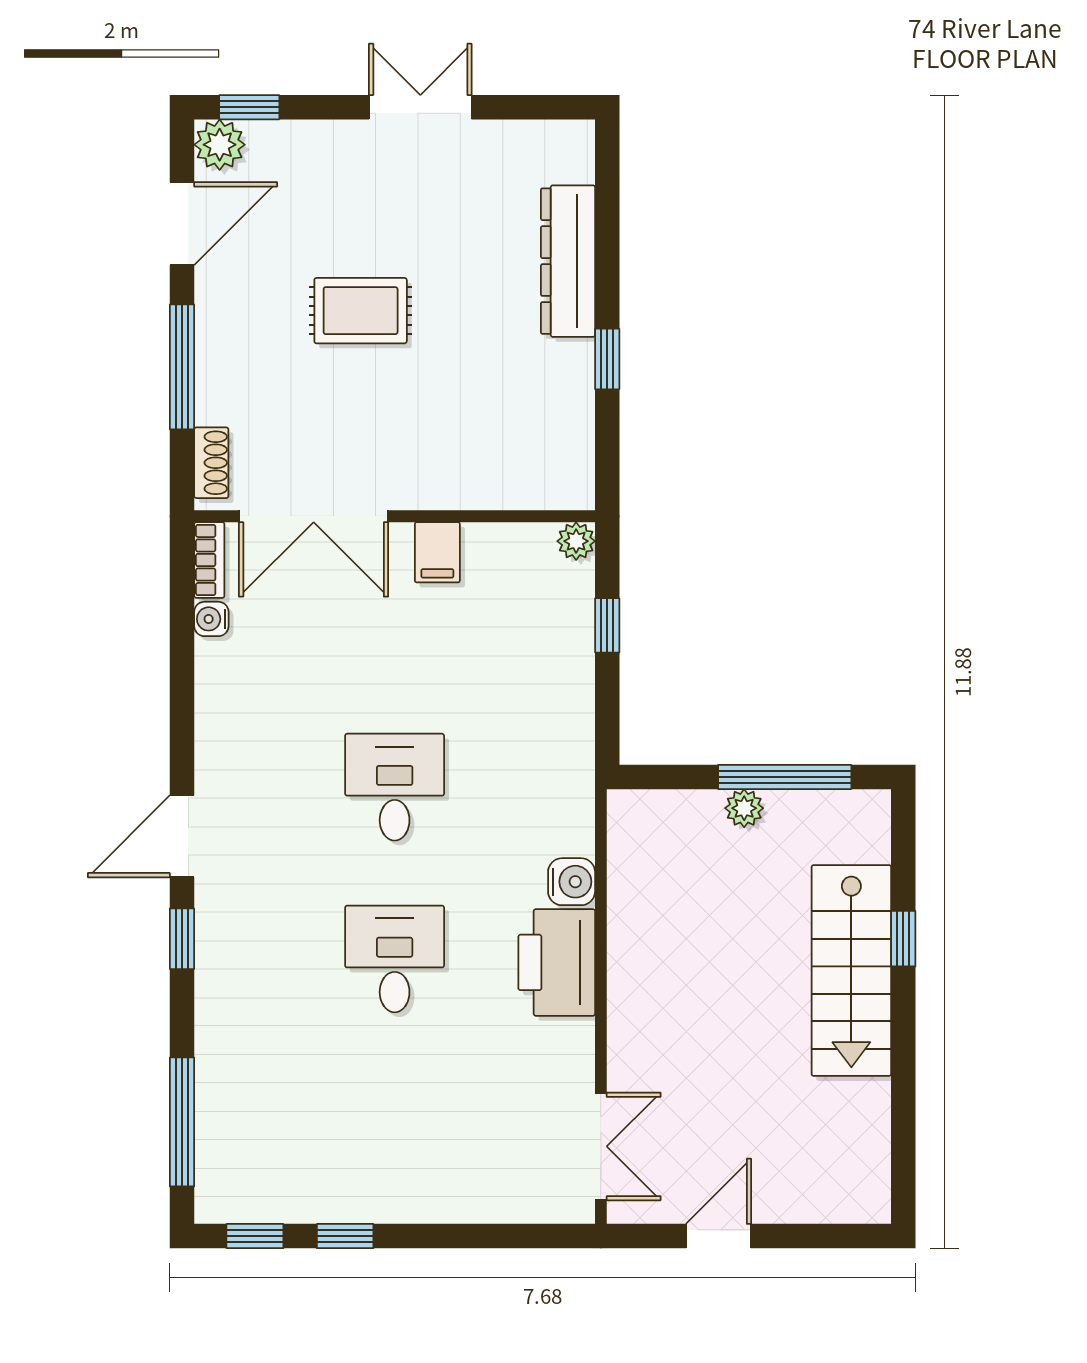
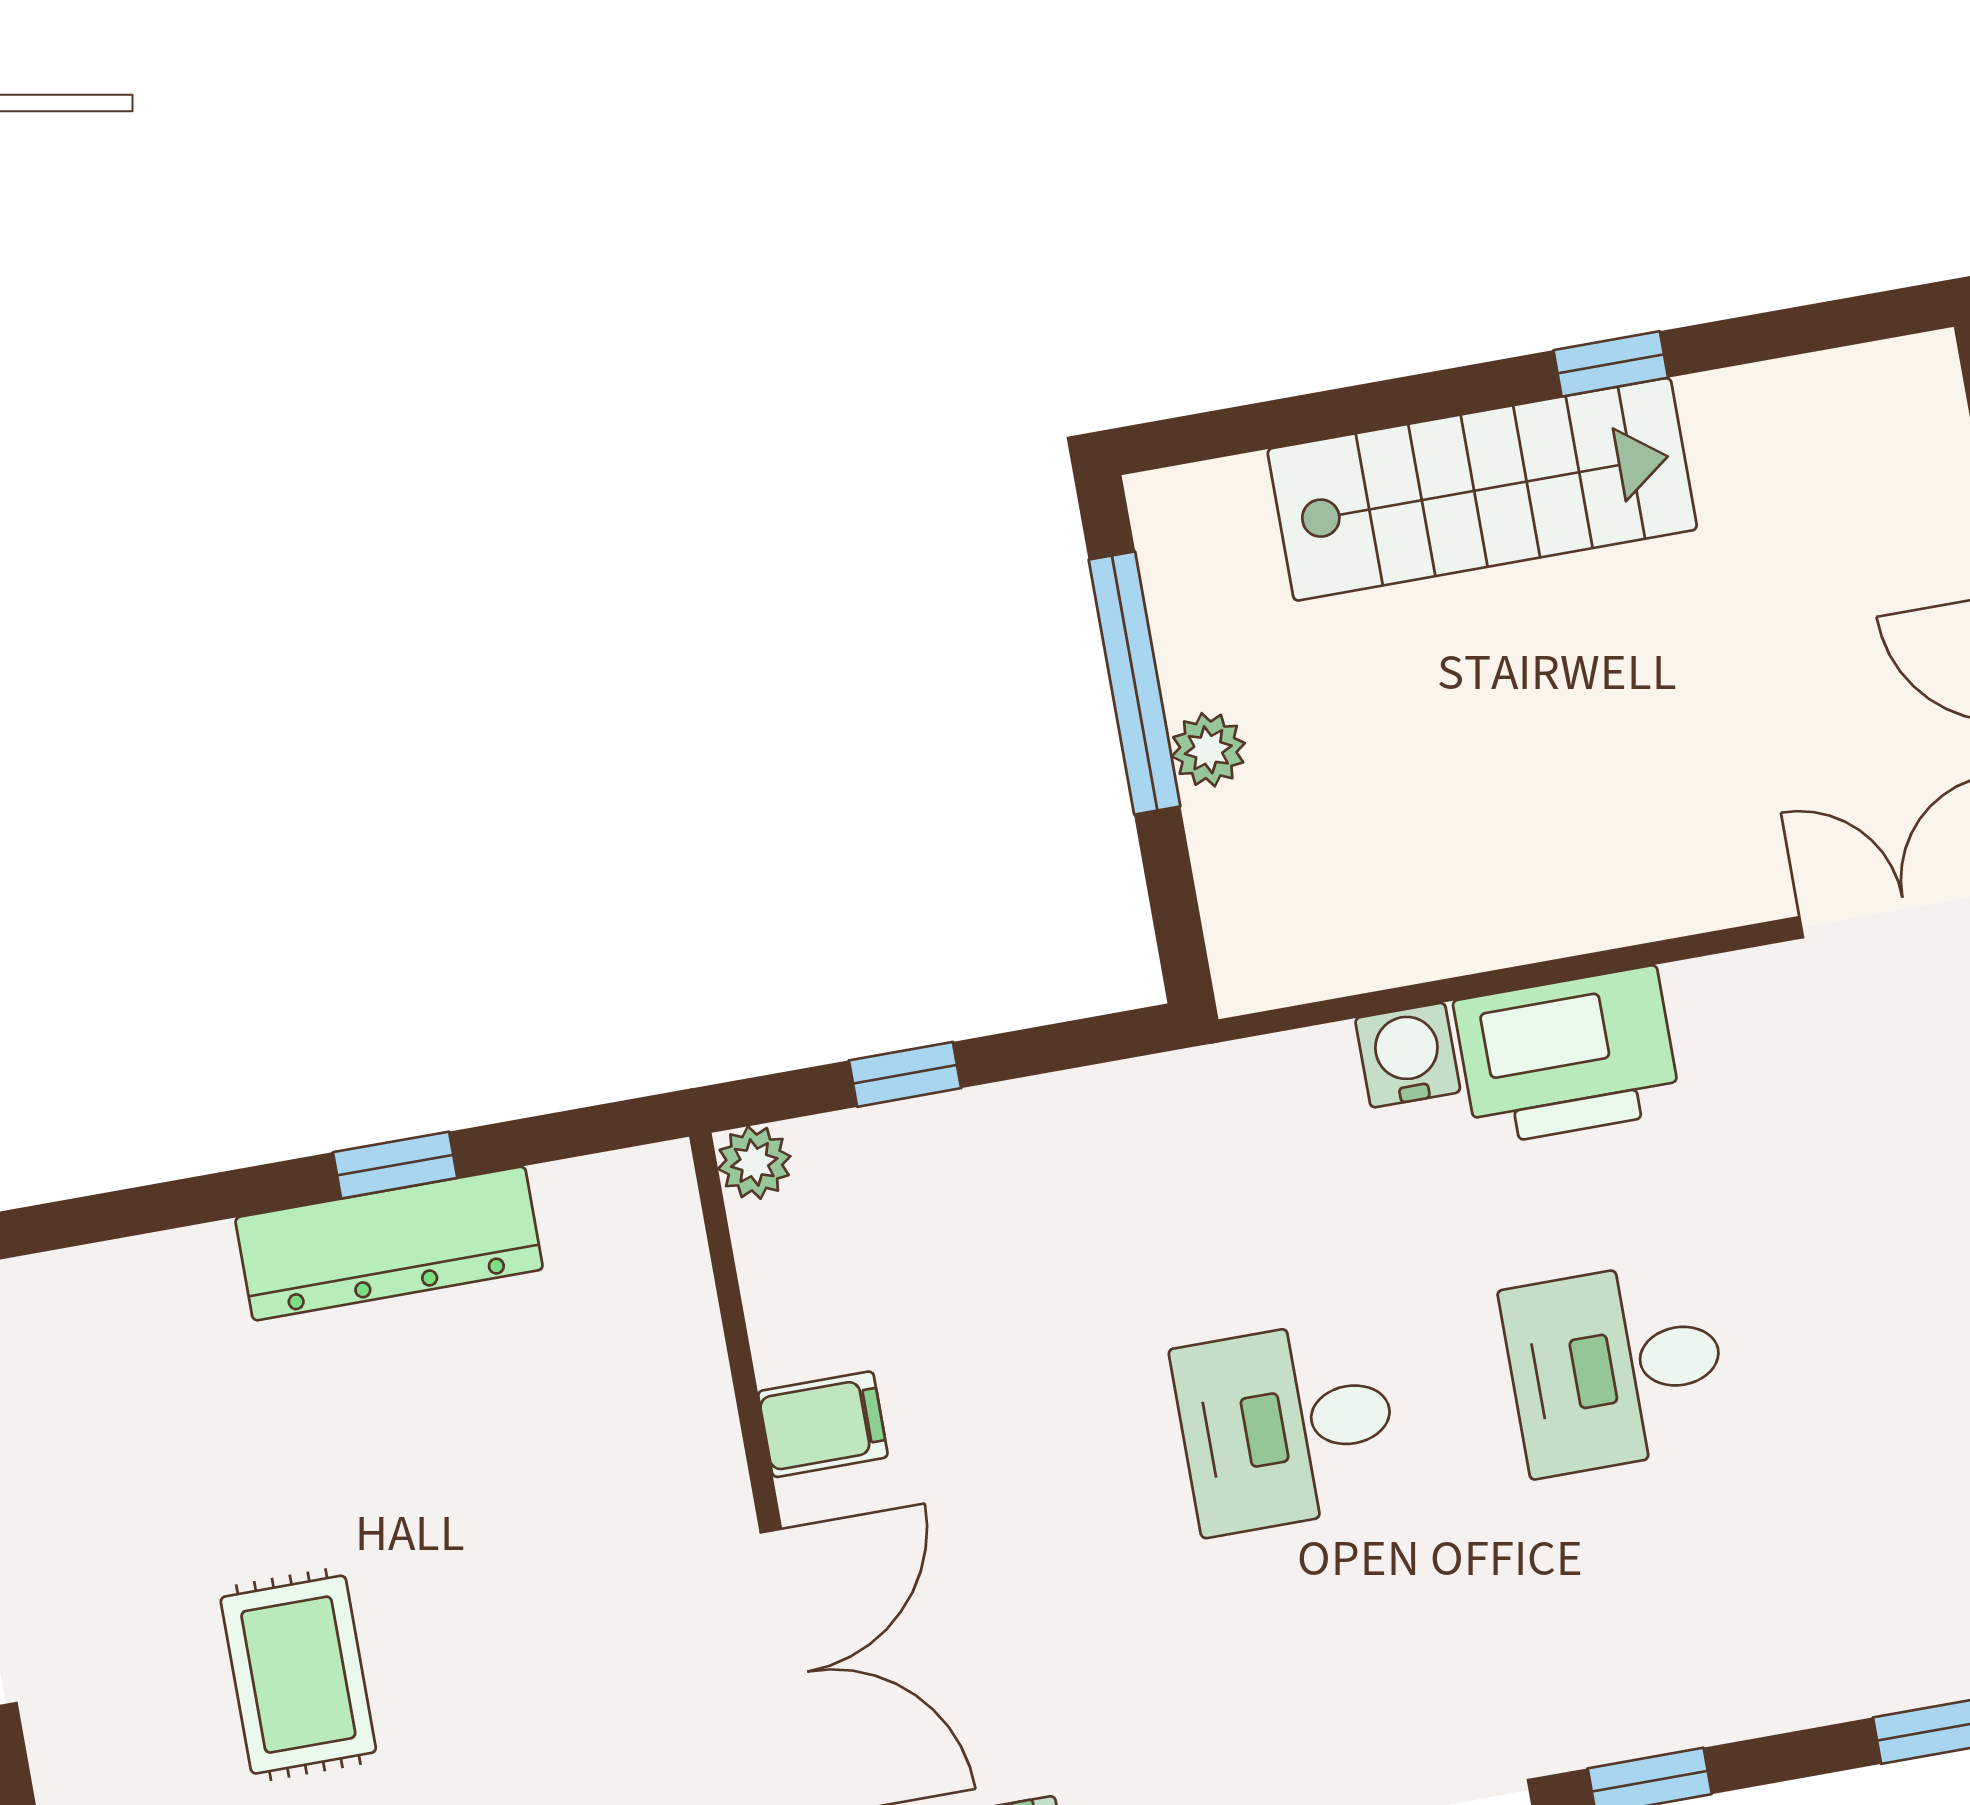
dresser: (568, 261) -> (389, 1244), moved
rug: (361, 311) -> (298, 1675), moved
window: (903, 939) -> (1611, 364), moved

